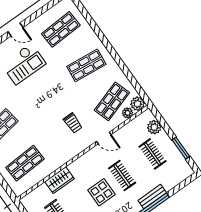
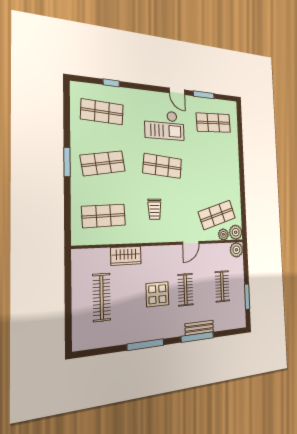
window: (38, 13) -> (204, 95), added
shop shelf: (86, 65) -> (162, 166), moved
trolley: (73, 123) -> (155, 209), moved
plant: (154, 127) -> (236, 250), moved
door: (104, 138) -> (191, 243), hinge flipped

